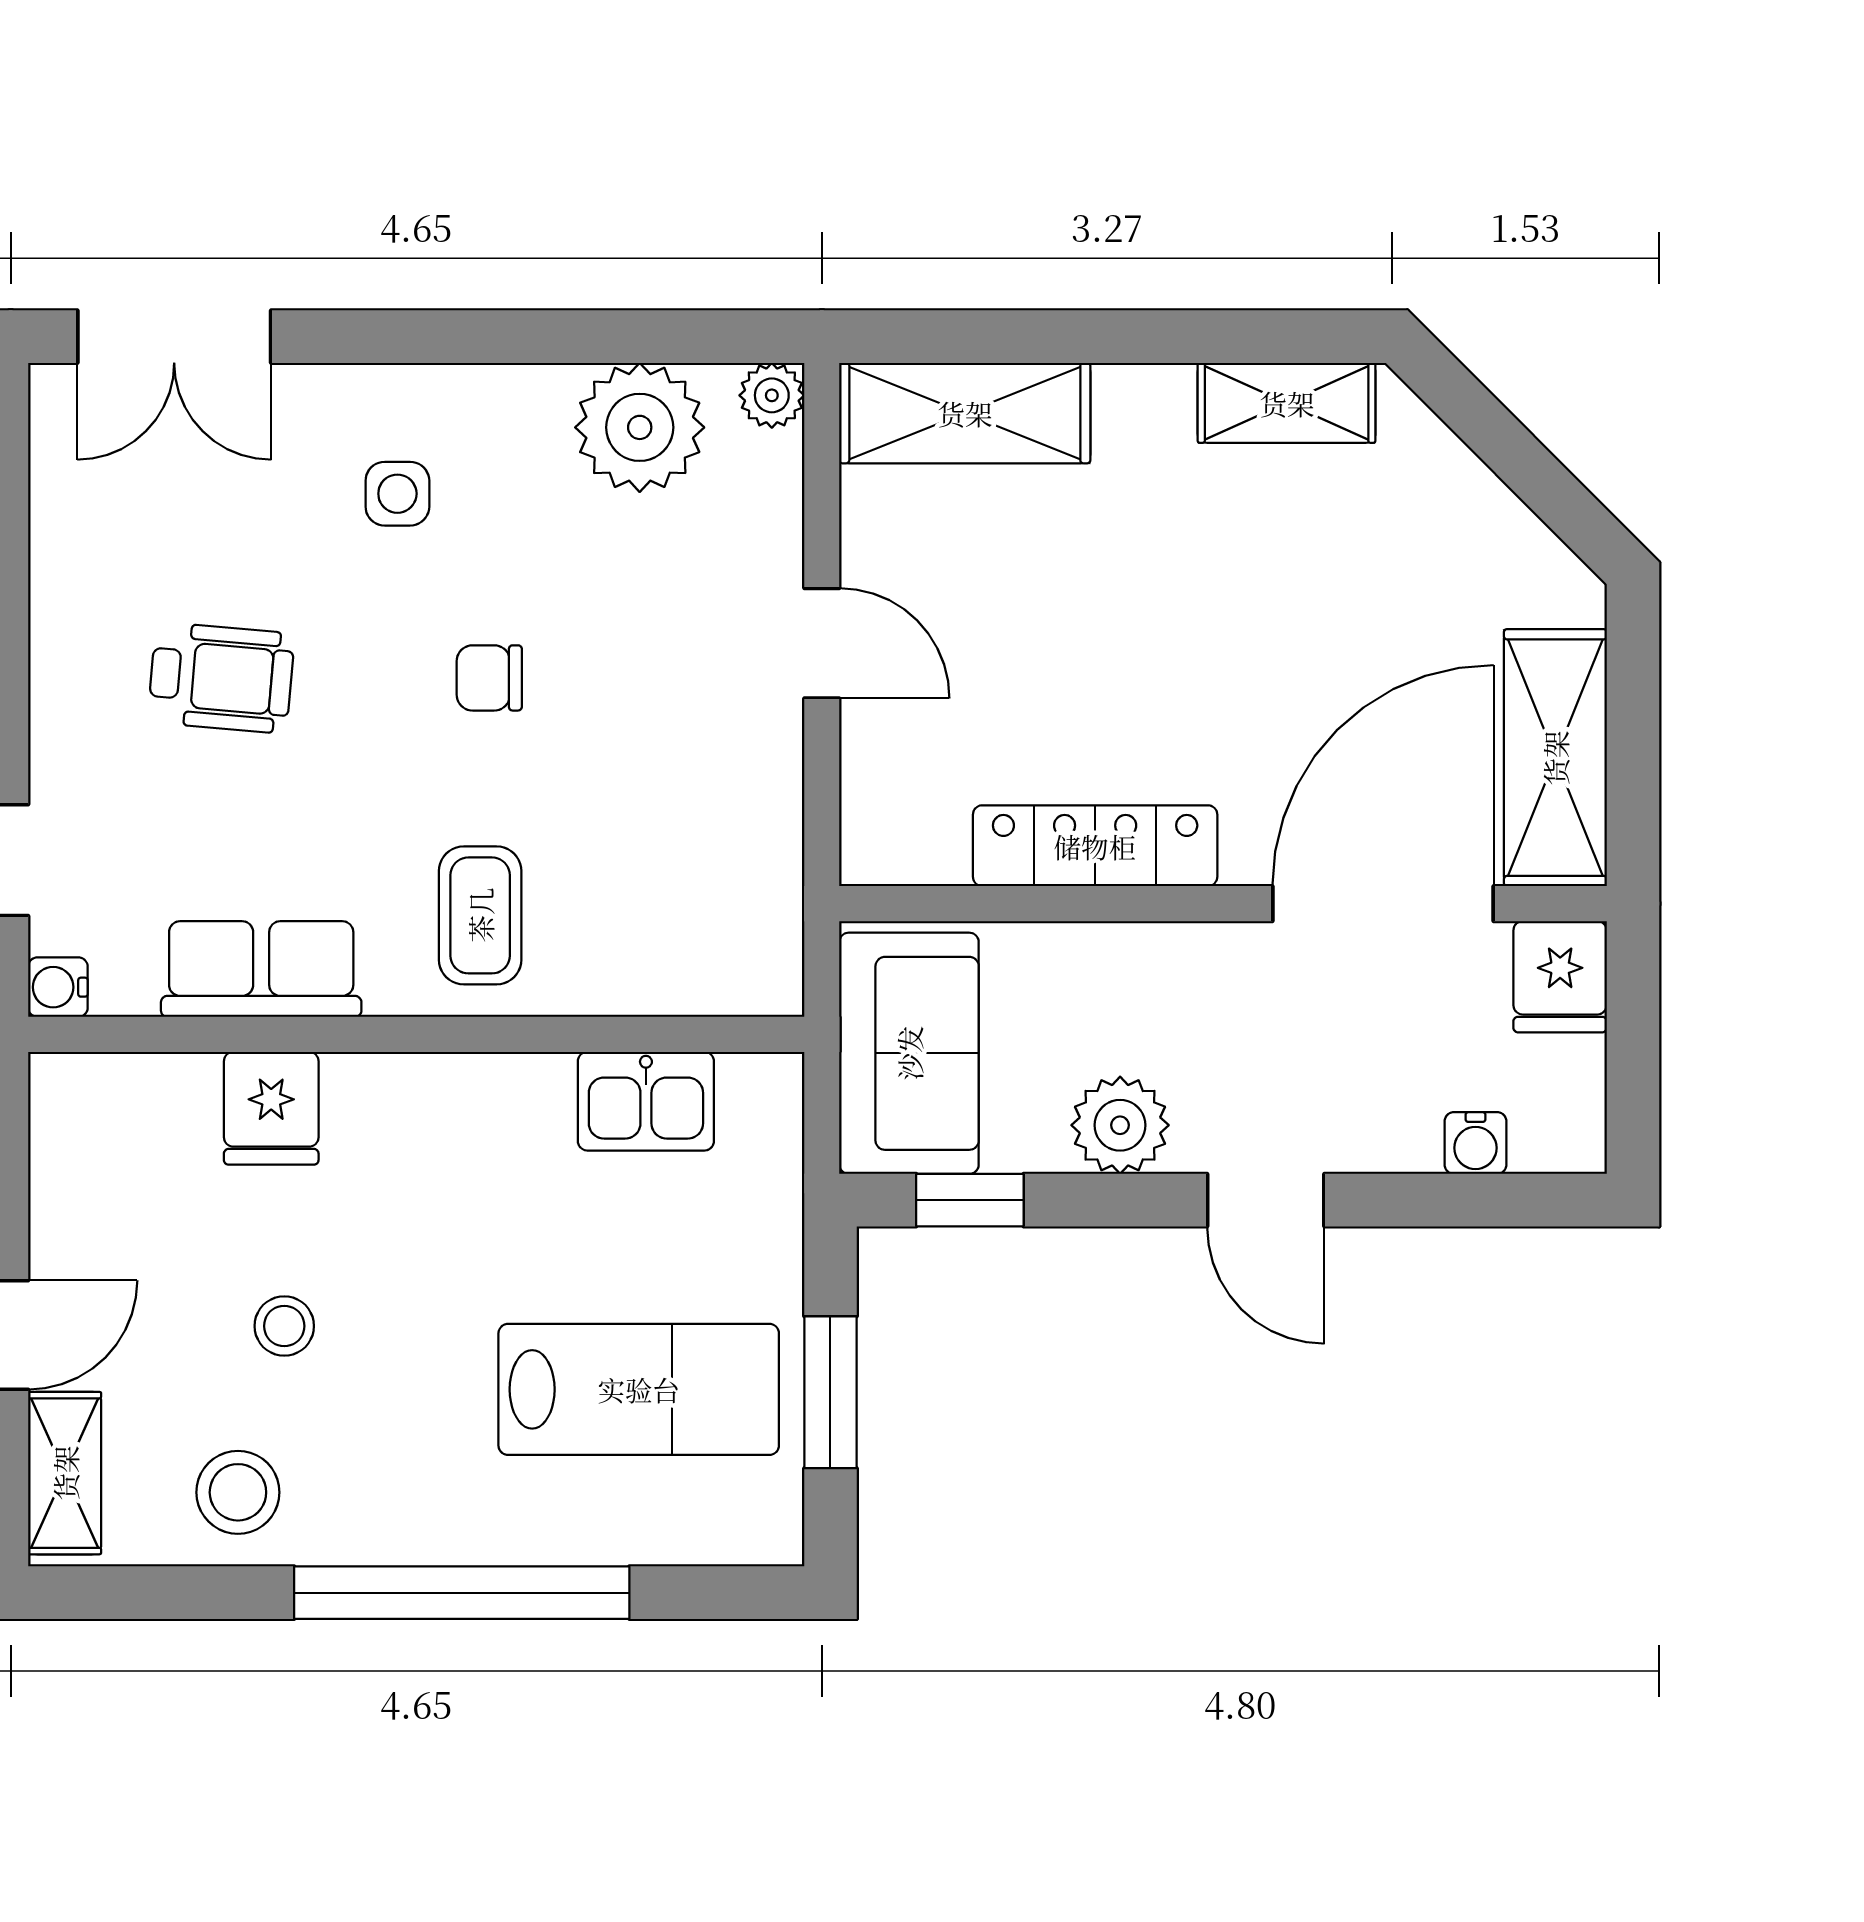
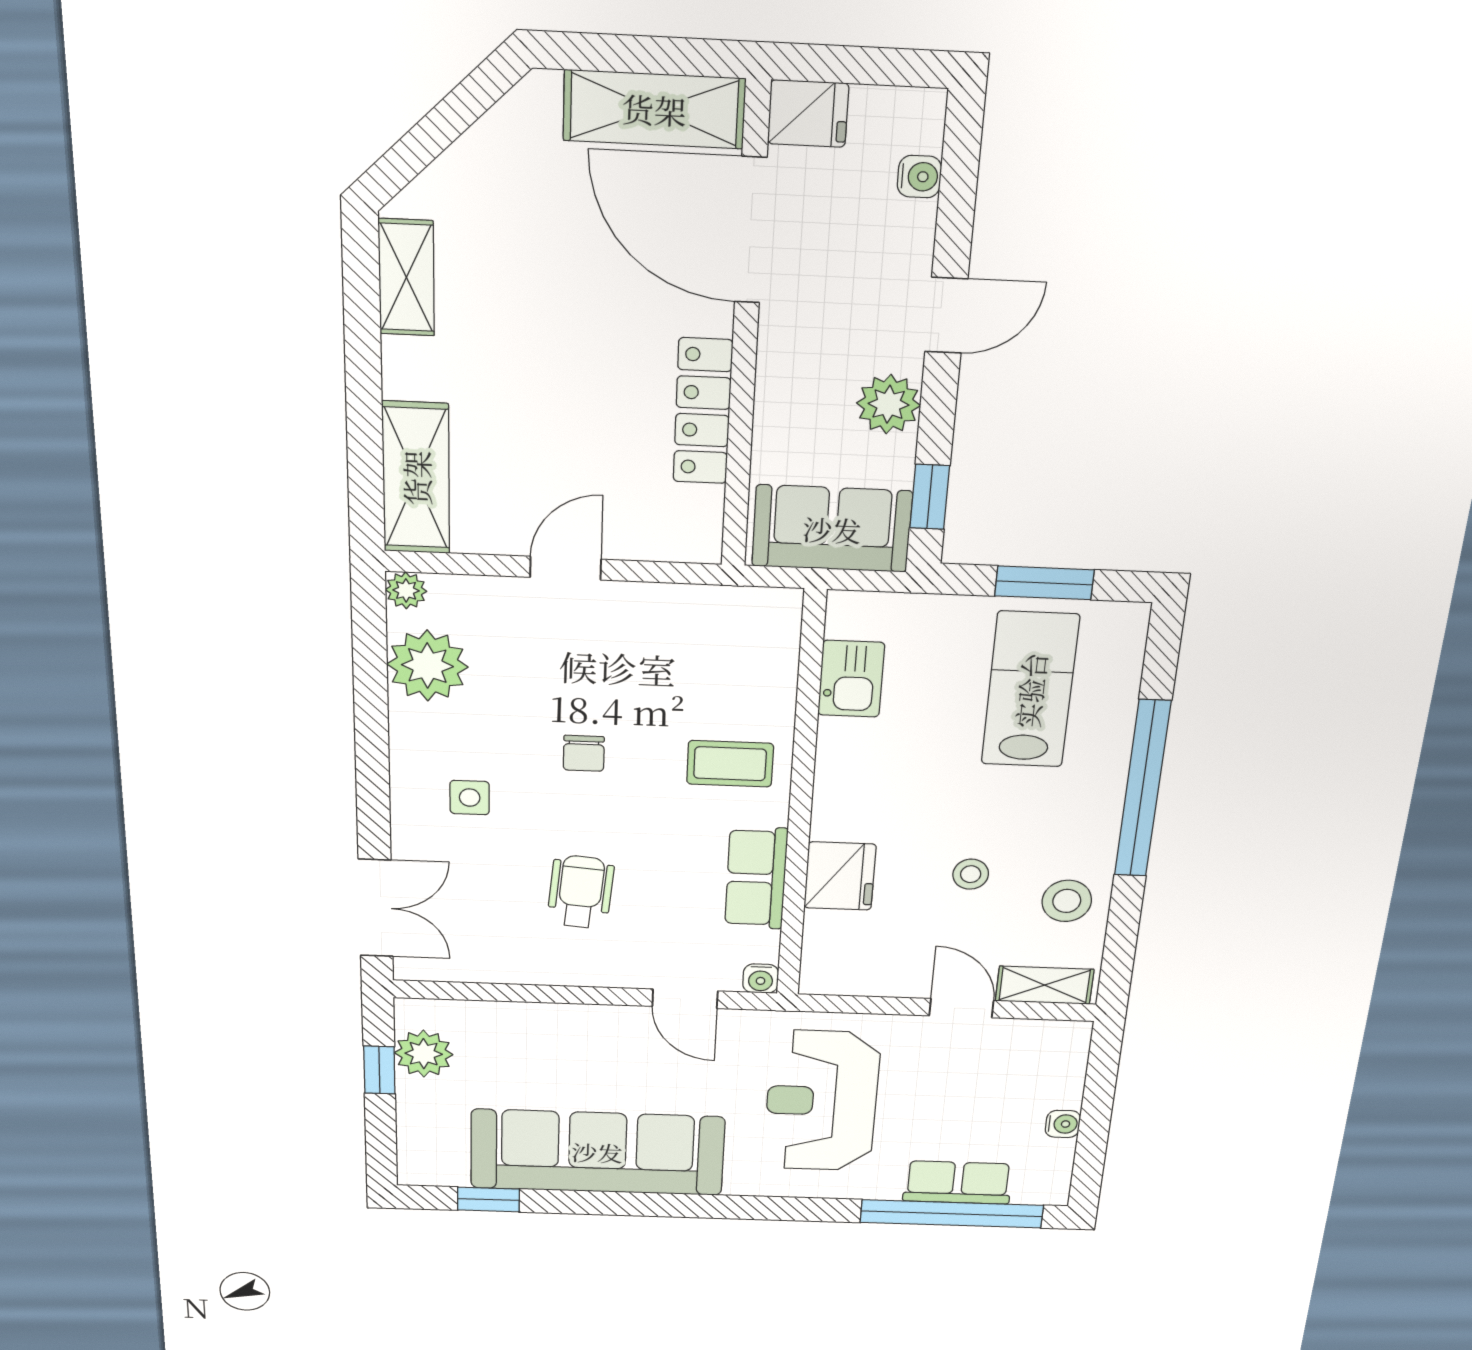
fridge: (271, 1108) -> (840, 876), width x1.38

